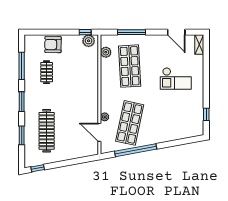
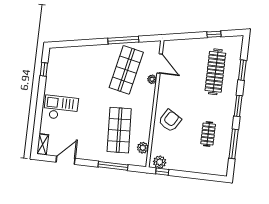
door: (176, 32) -> (66, 160), hinge flipped
armchair: (53, 45) -> (170, 121), moved, turned -60
checkout: (176, 78) -> (61, 108), moved
window: (136, 150) -> (123, 40), width x0.68
window: (38, 168) -> (214, 34), moved

